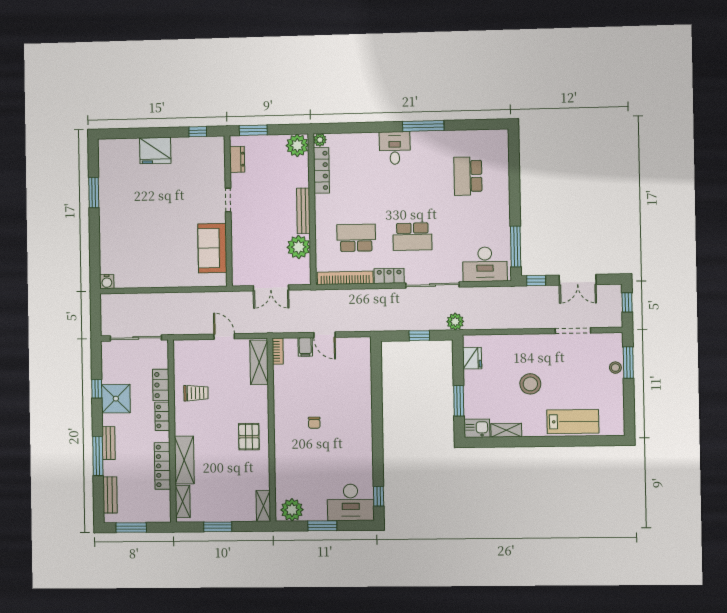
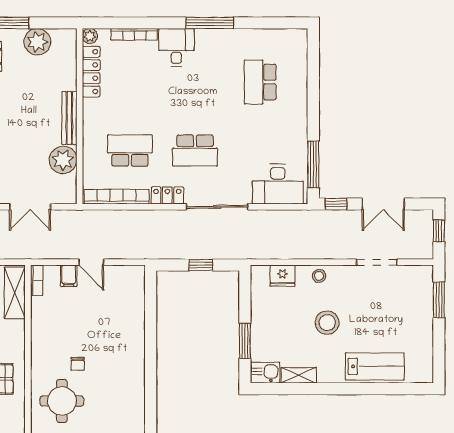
bookcase: (358, 137) -> (134, 34), added
plant: (297, 145) -> (37, 42), moved
plant: (455, 322) -> (243, 250), removed
fridge: (472, 358) -> (283, 276), moved, turned 90
stool: (615, 368) -> (319, 276), moved
round table: (301, 455) -> (62, 401), added

